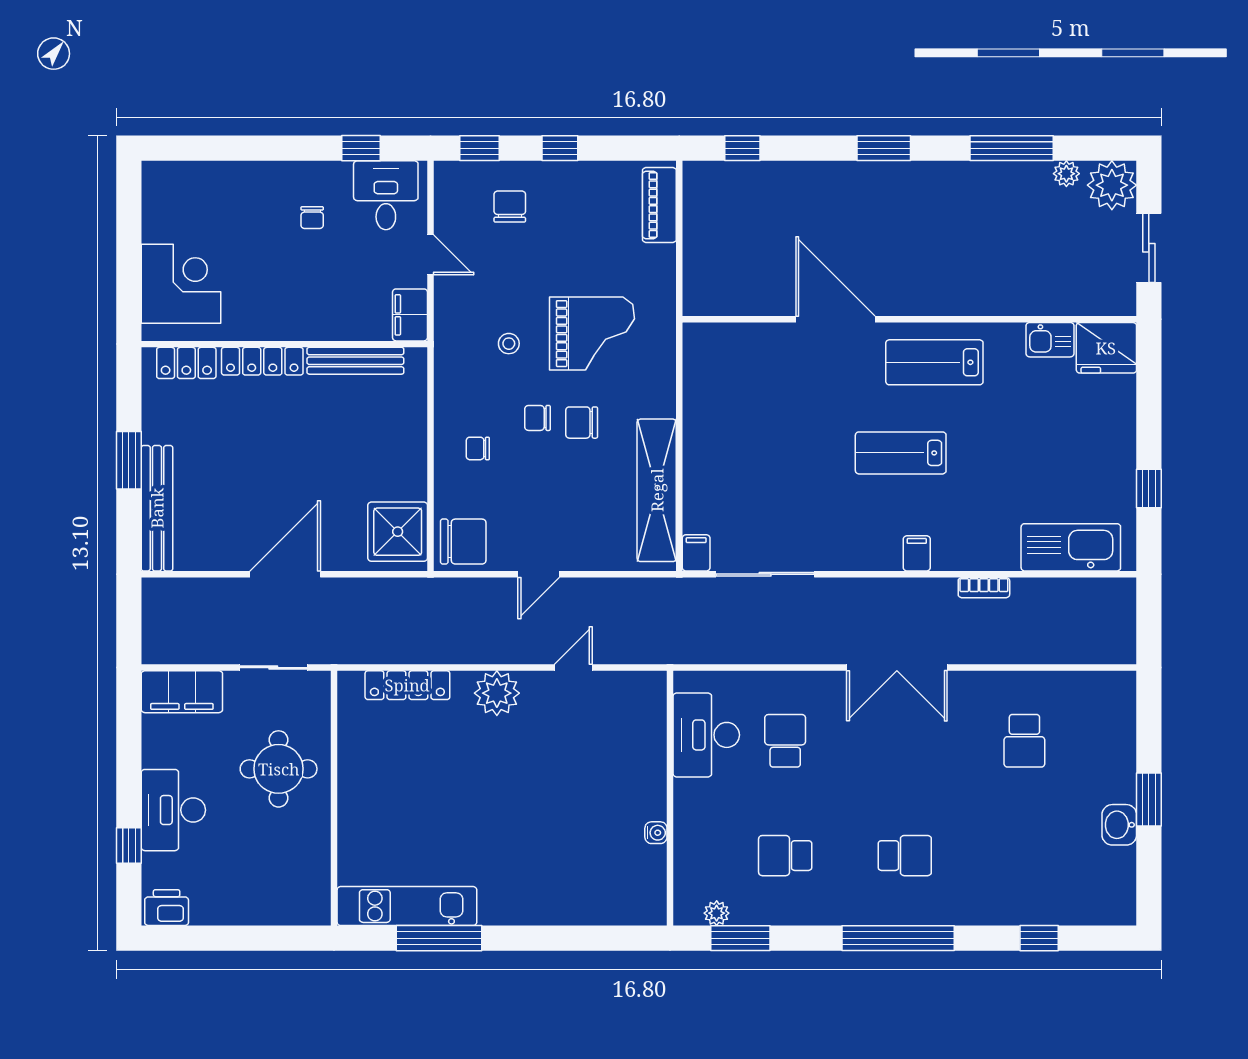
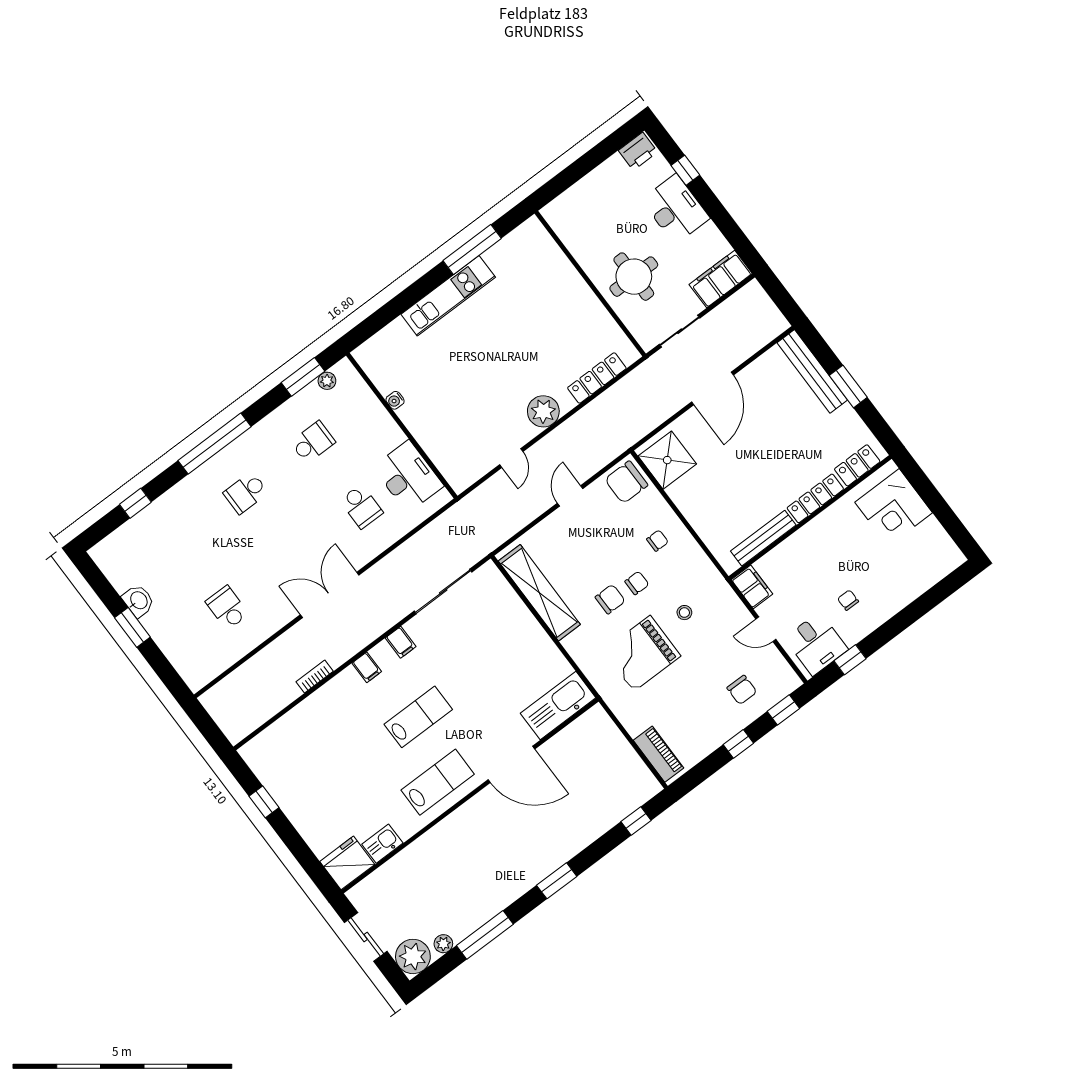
kitchen sink: (1071, 547) -> (558, 706), moved, turned 180
filing cabinet: (696, 553) -> (401, 642), moved
kitchen unit: (407, 906) -> (448, 296), moved

